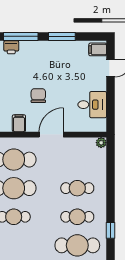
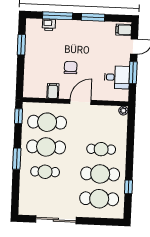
window: (111, 98) -> (133, 73), added
cafe table: (77, 217) -> (100, 174), width x1.37, depth x1.35

